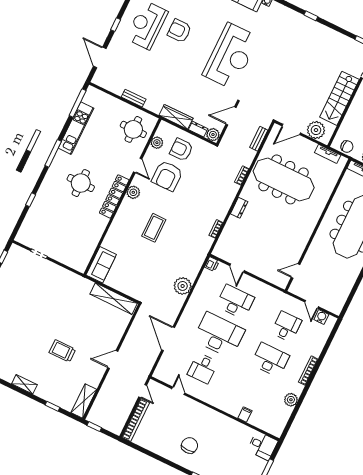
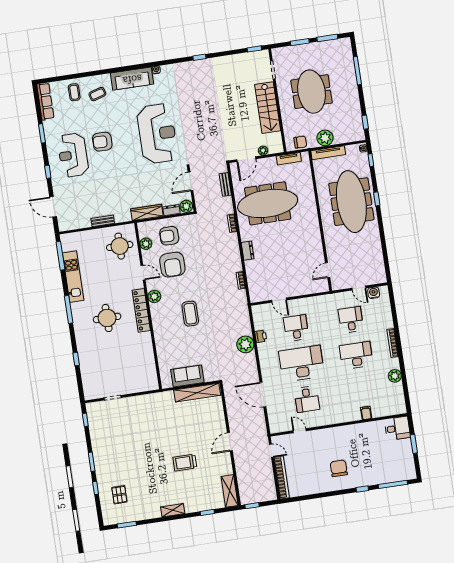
plant: (316, 130) -> (263, 151), width x0.53, depth x0.53
printer: (212, 264) -> (261, 336), moved
sofa: (101, 265) -> (187, 376), moved, turned -90
desk: (235, 302) -> (296, 328), width x0.73

